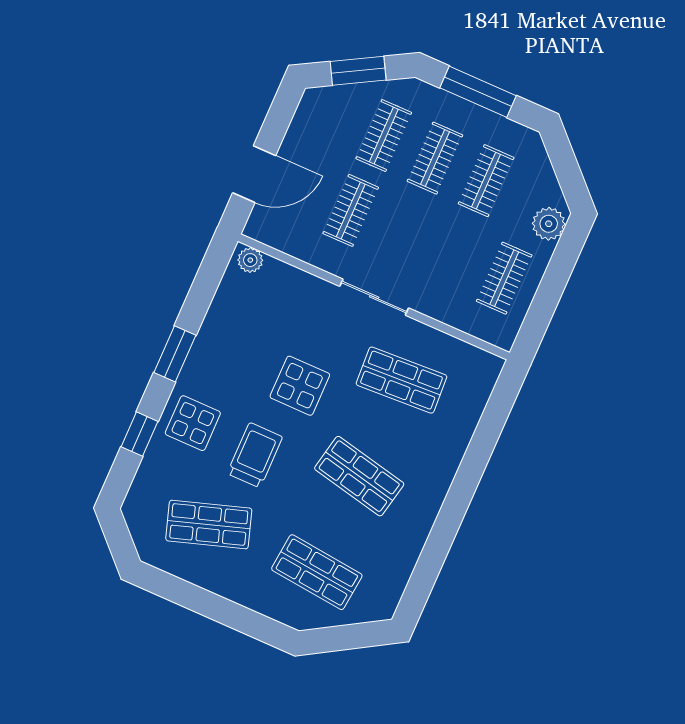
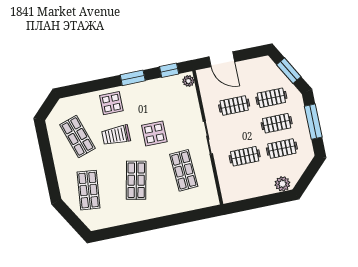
clothes rail: (504, 278) -> (245, 156), moved
window: (140, 434) -> (169, 70), moved
trolley: (255, 455) -> (116, 135), turned 180

